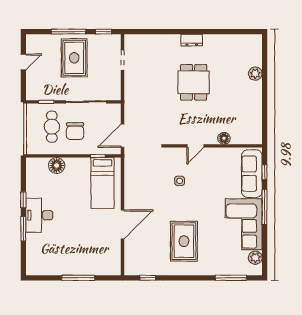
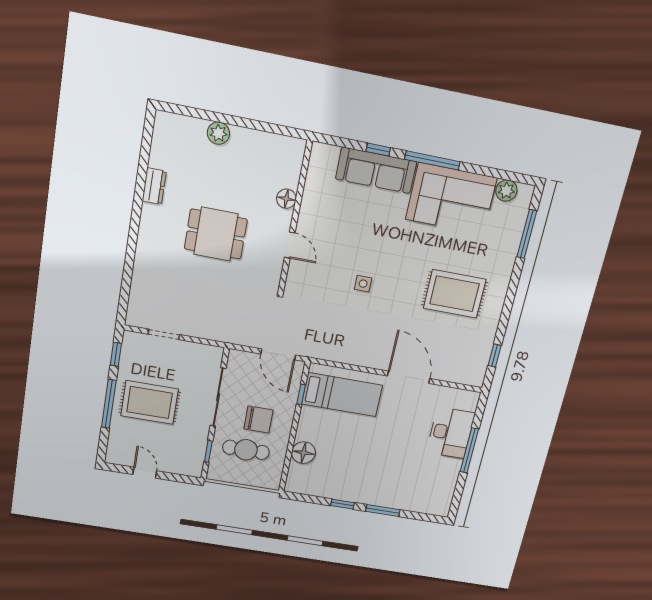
dresser: (192, 40) -> (154, 186), moved
floor lamp: (224, 138) -> (286, 199), moved
door: (195, 146) -> (290, 245), moved
wall: (213, 146) -> (295, 218), moved
desk: (39, 215) -> (451, 433), moved, turned -90

